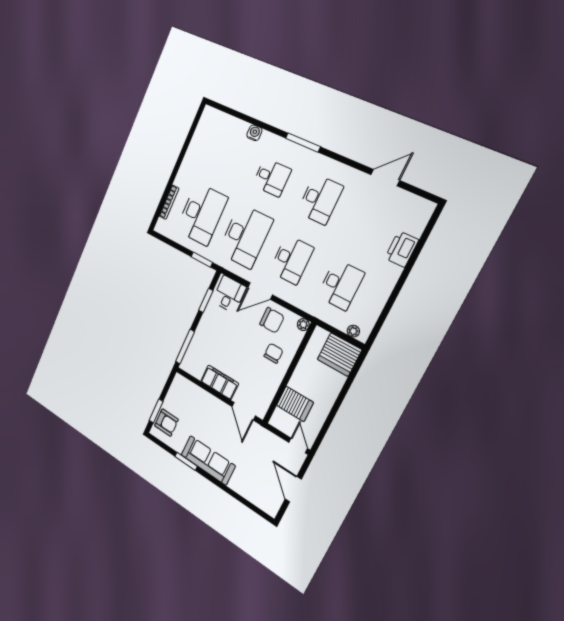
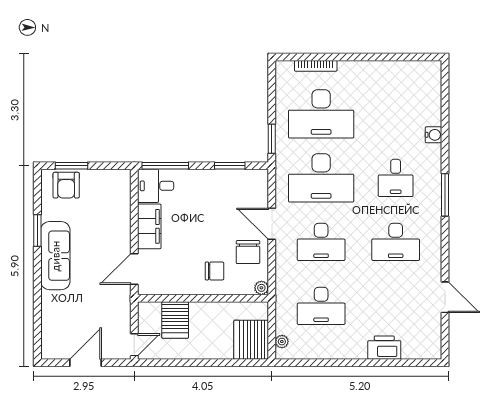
desk: (229, 294) -> (156, 186), moved, turned 180

